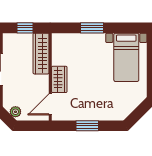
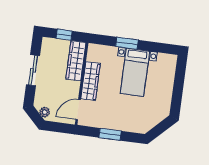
bed with nightstands: (126, 57) -> (135, 72), moved
wardrobe: (59, 79) -> (91, 81), width x1.50

